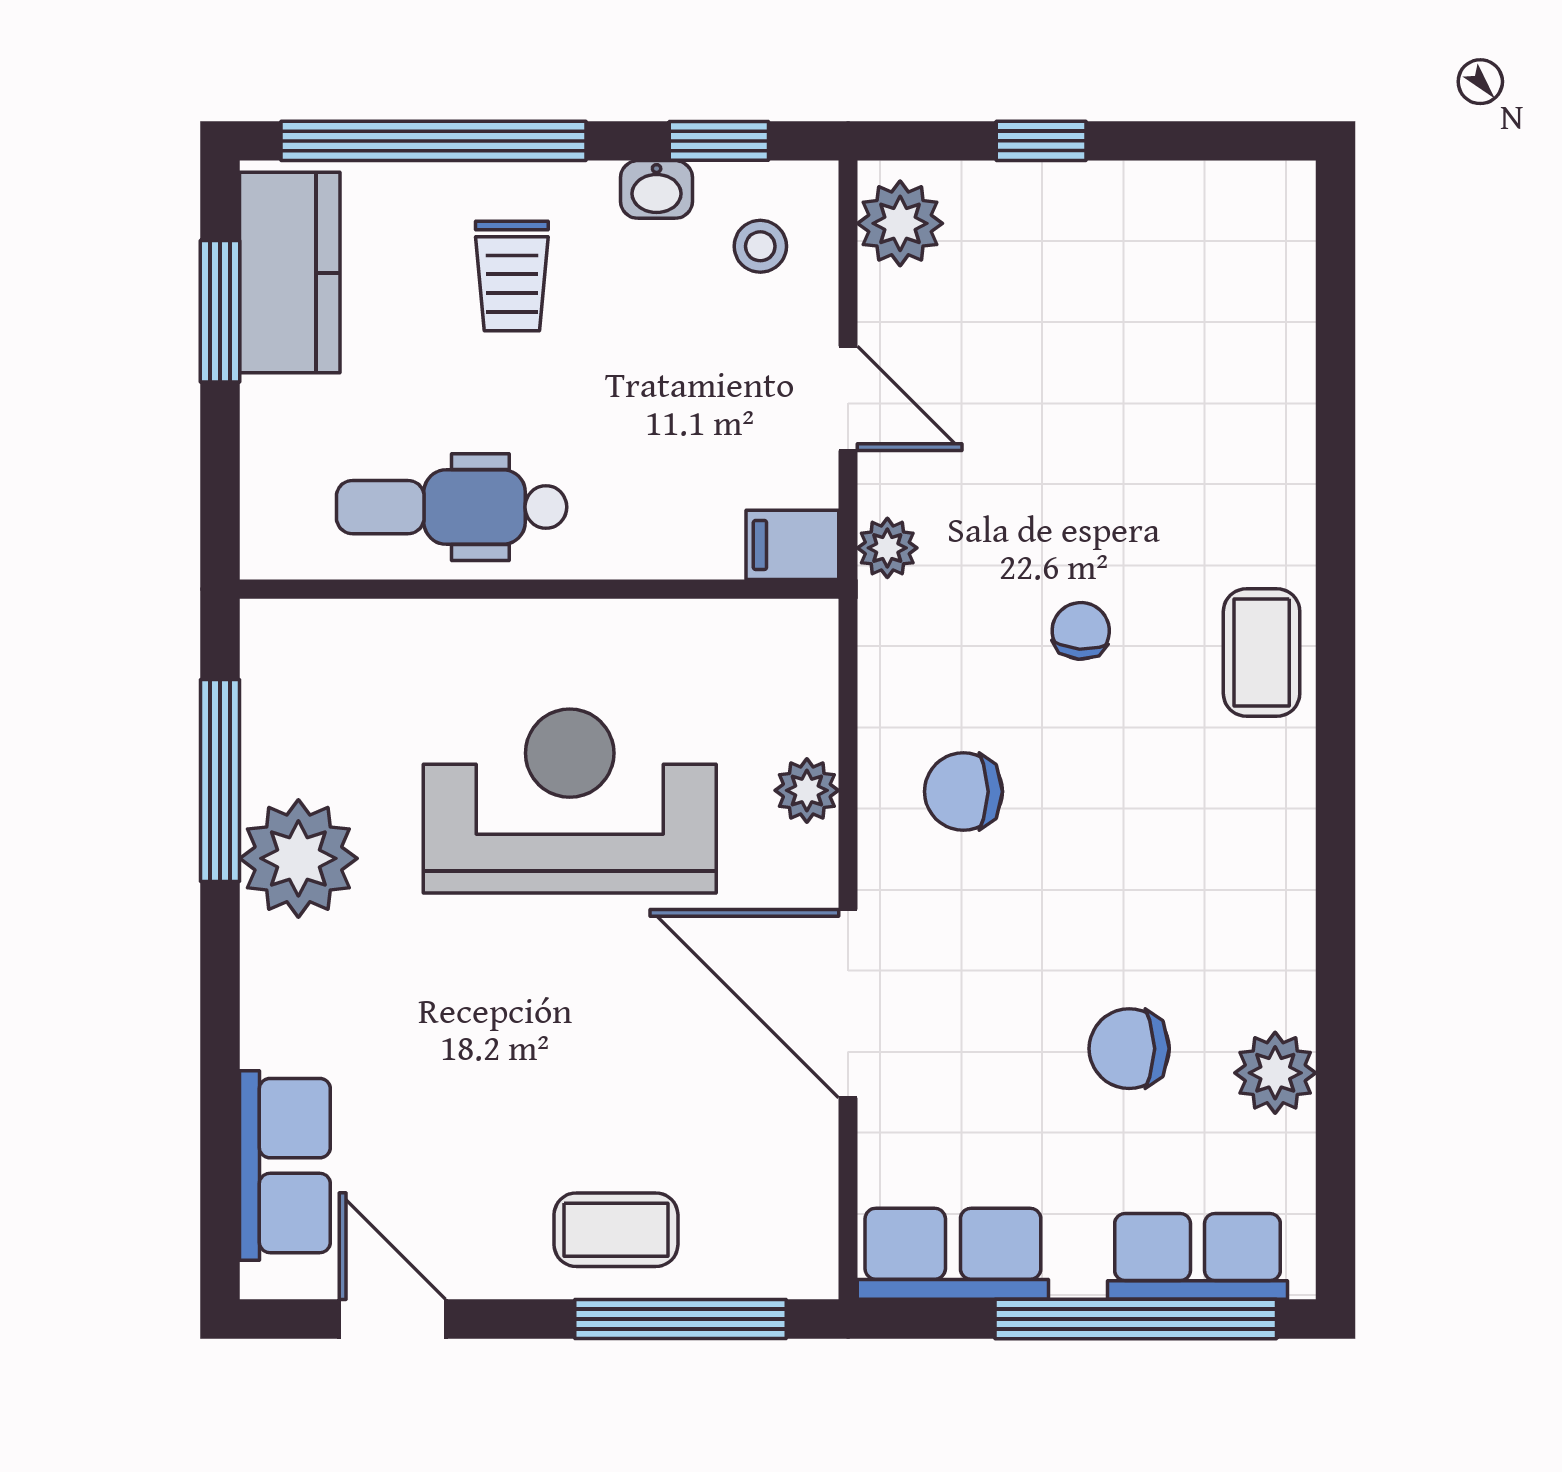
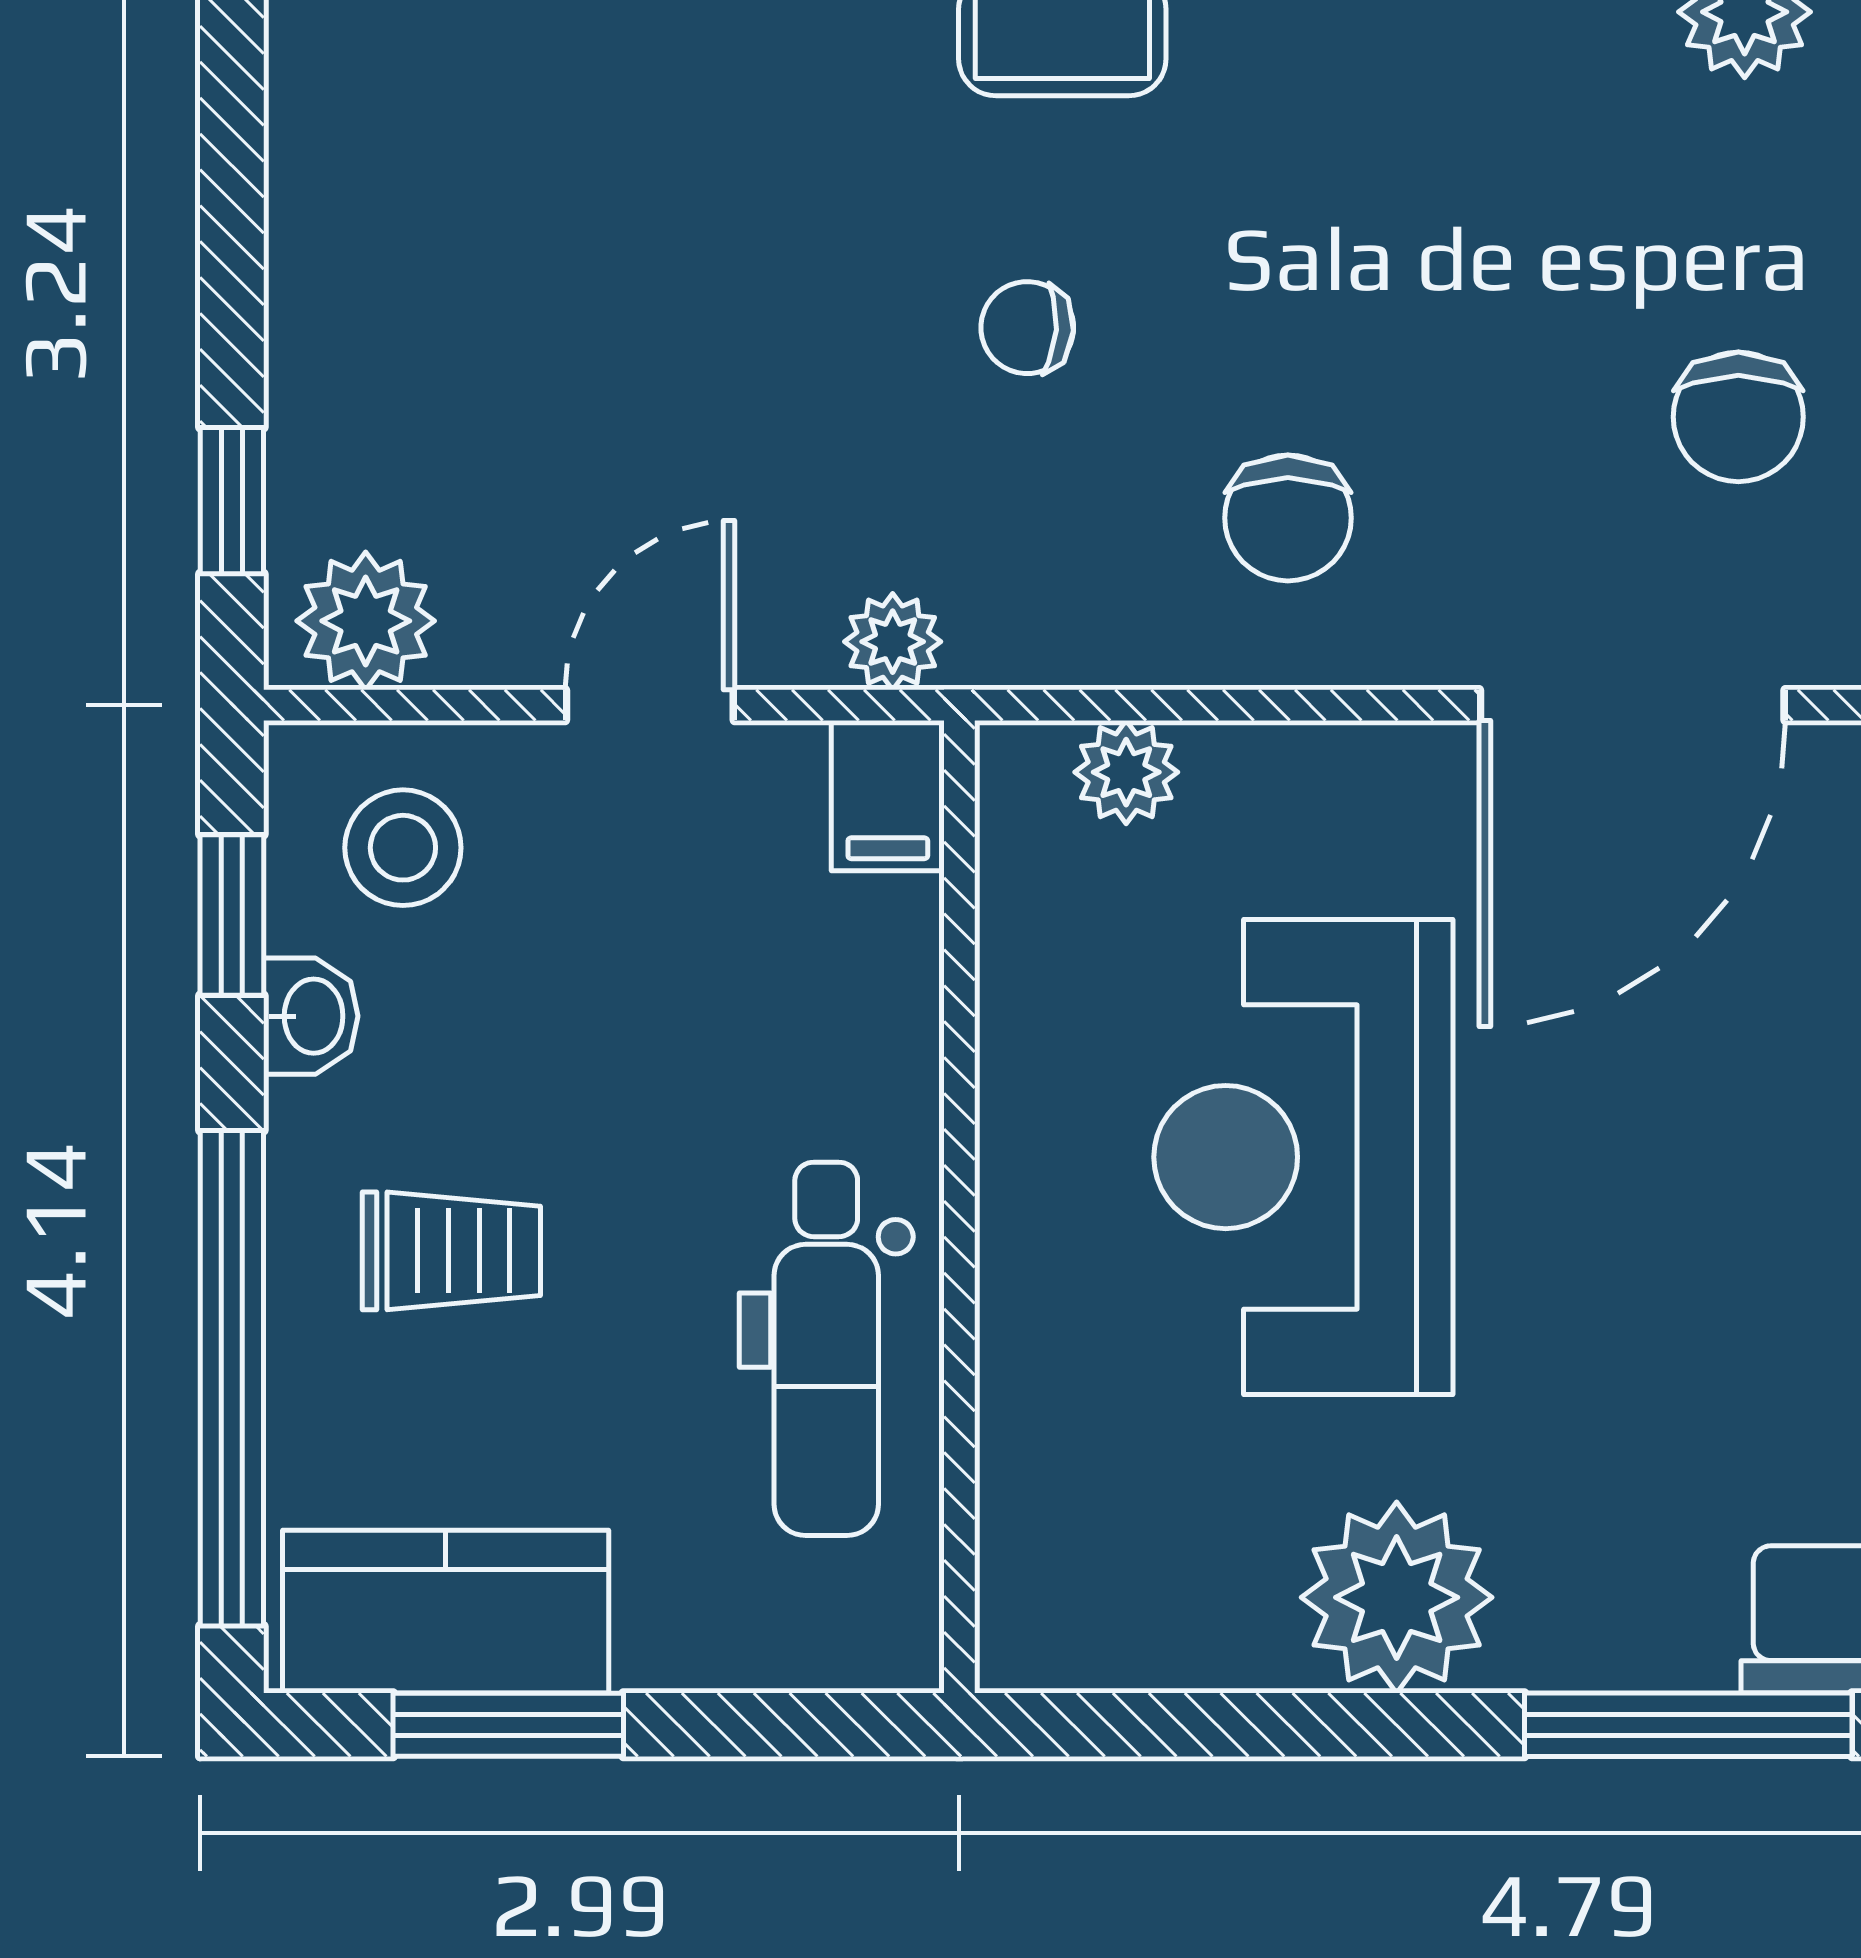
window: (1041, 141) -> (232, 501), moved
stool: (760, 246) -> (403, 848), width x1.37, depth x1.37
window: (220, 780) -> (1688, 1725), moved
plant: (807, 790) -> (1126, 772), moved
chair: (1129, 1049) -> (1738, 417), moved

